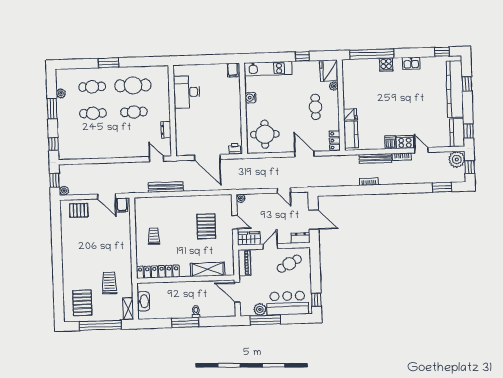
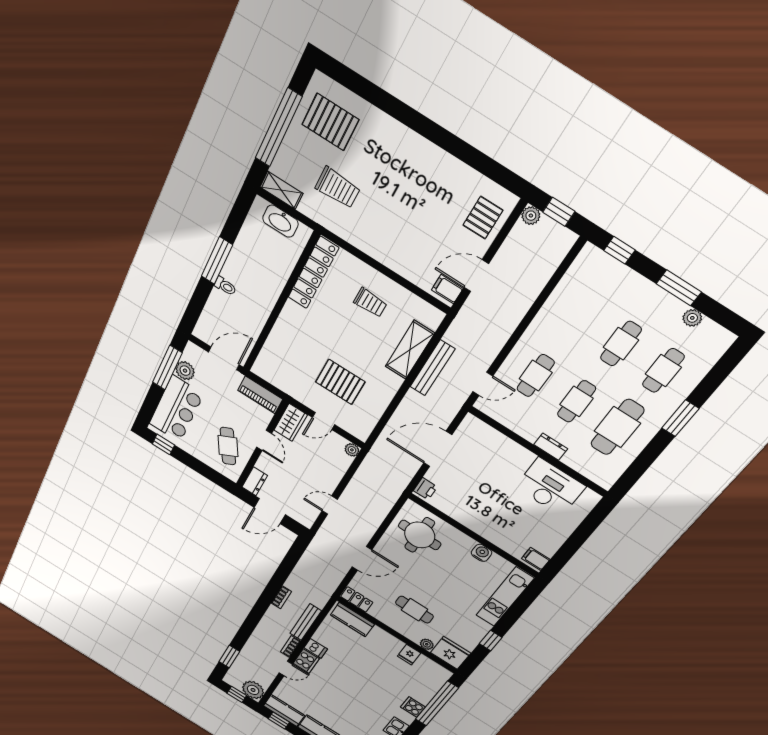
fridge: (350, 115) -> (409, 655), moved
dresser: (166, 130) -> (551, 447), moved
cafe table: (135, 138) -> (536, 376), added
shelving: (208, 269) -> (410, 350), moved

